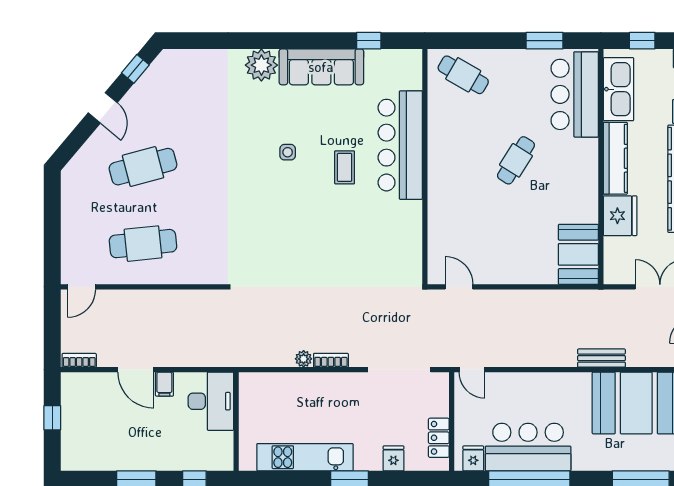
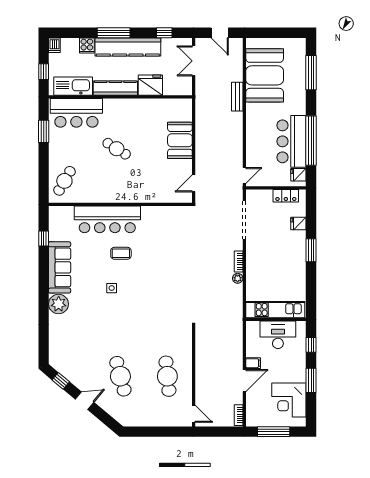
booth: (578, 254) -> (180, 140), moved, turned 90
desk: (211, 401) -> (278, 335), moved
window: (52, 418) -> (274, 432), width x2.17
corner desk: (104, 443) -> (289, 400), added
kitchen unit: (305, 457) -> (275, 310), moved, turned 90

